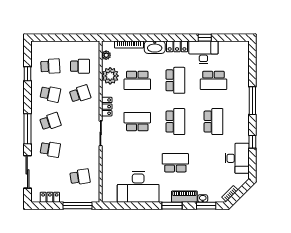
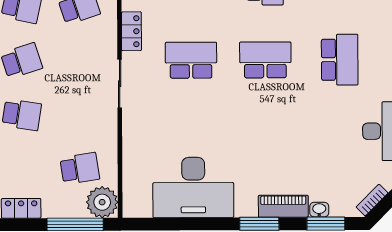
school desk: (175, 122) -> (265, 60), turned -90
school desk: (175, 163) -> (266, 140), removed
plant: (91, 194) -> (102, 202), added

